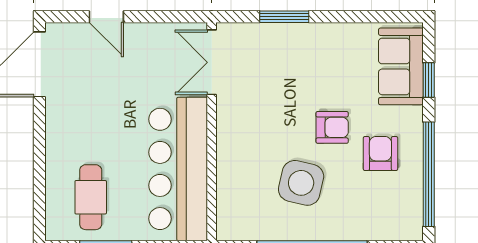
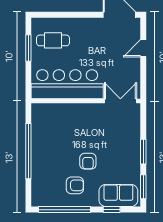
window: (284, 17) -> (143, 152), moved
window: (383, 17) -> (143, 187), added
side table: (301, 183) -> (60, 146), removed

